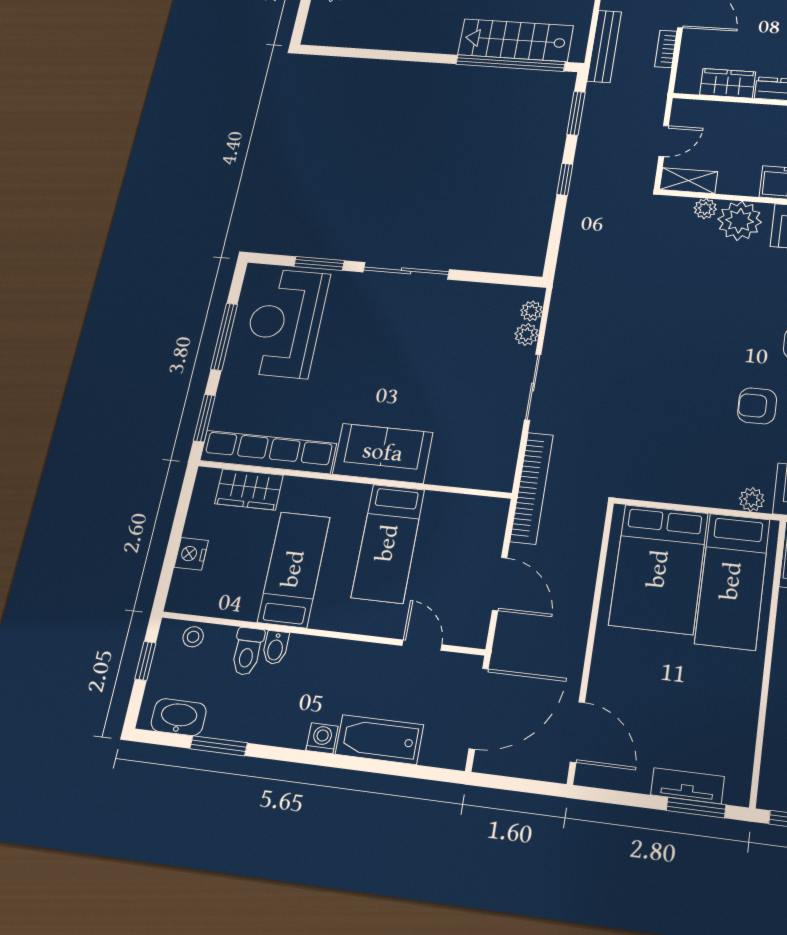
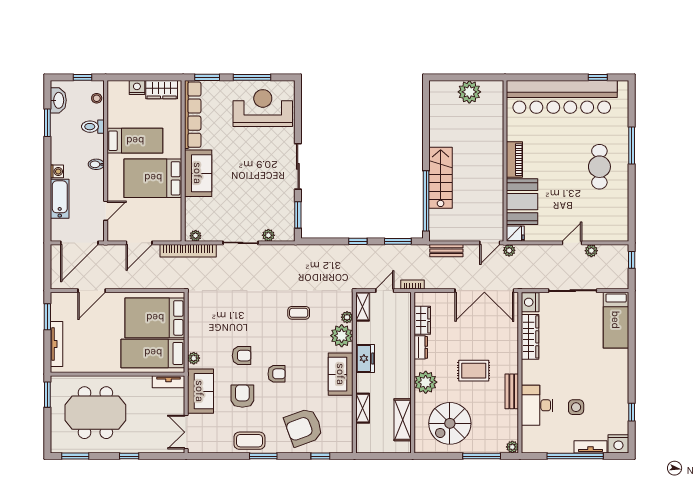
stairs: (516, 40) -> (441, 178), moved
bench: (604, 46) -> (446, 251), width x0.73
bookcase: (666, 49) -> (412, 284), moved
door: (664, 141) -> (385, 291), swing flipped
window: (319, 263) -> (298, 215), moved
coffee table: (685, 293) -> (299, 313), added
plant: (531, 311) -> (196, 236), moved
armchair: (757, 406) -> (242, 356), turned 90
wardrobe: (249, 489) -> (162, 90), moved, turned -90
bed: (388, 543) -> (153, 178), width x1.50
bidet: (275, 648) -> (96, 164), moved
door: (479, 709) -> (79, 243), hinge flipped
door: (577, 732) -> (92, 291), moved
tv unit: (688, 786) -> (57, 344), width x1.41
window: (696, 808) -> (47, 317), moved

